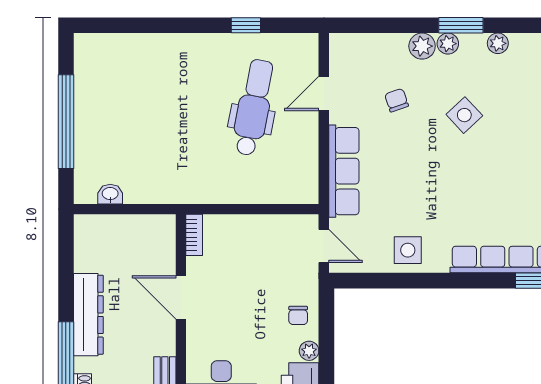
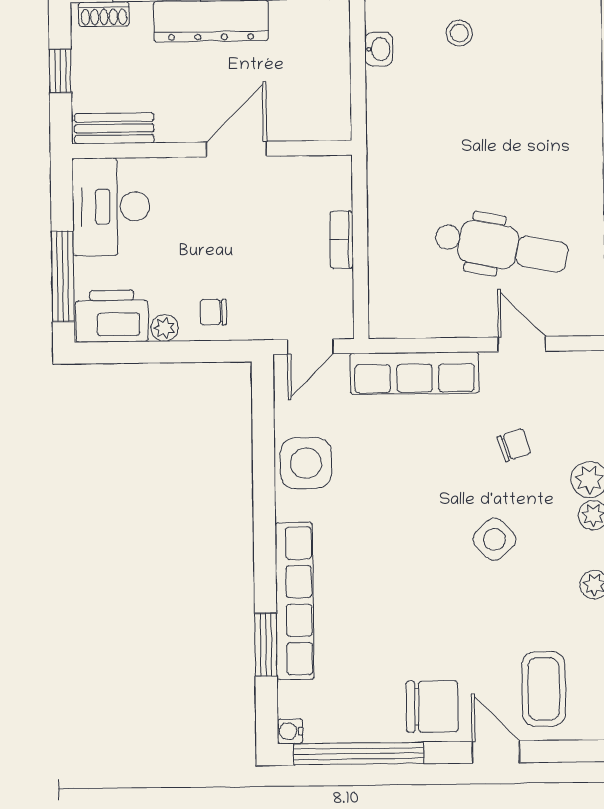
stool: (99, 136) -> (459, 33), added
bookcase: (194, 235) -> (342, 240), moved, turned 90
side table: (408, 250) -> (306, 463), width x1.37, depth x1.37

